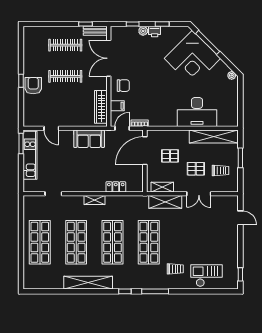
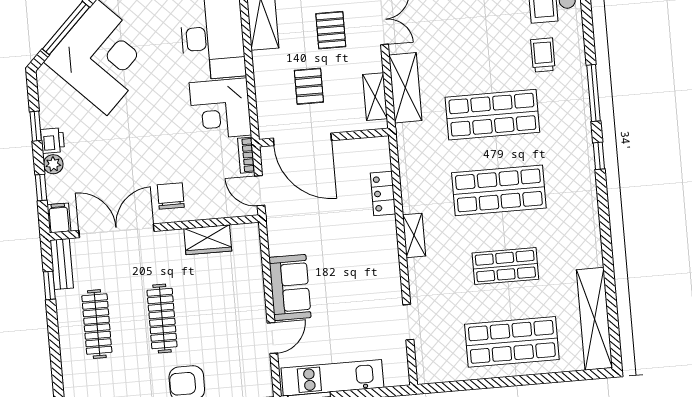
double door: (109, 58) -> (116, 231), swing flipped
filing cabinet: (117, 106) -> (59, 218), moved
wardrobe: (101, 107) -> (208, 240), width x0.67
corner desk: (163, 113) -> (220, 109), added
sofa: (89, 139) -> (290, 288), moved
shop shelf: (76, 242) -> (505, 266), width x0.70, depth x0.74
shelving: (88, 283) -> (594, 319), moved

